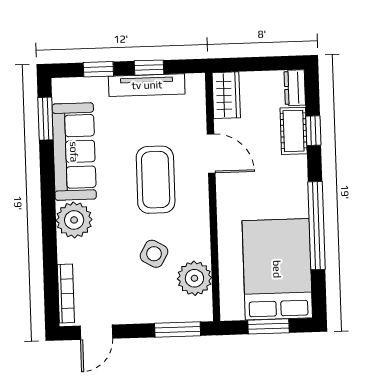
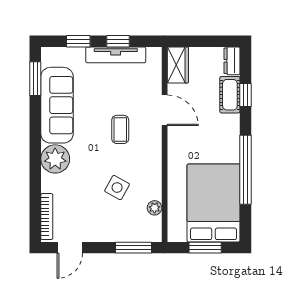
coffee table: (156, 180) -> (120, 129), width x0.54, depth x0.58
plant: (194, 278) -> (155, 208), width x0.53, depth x0.53

